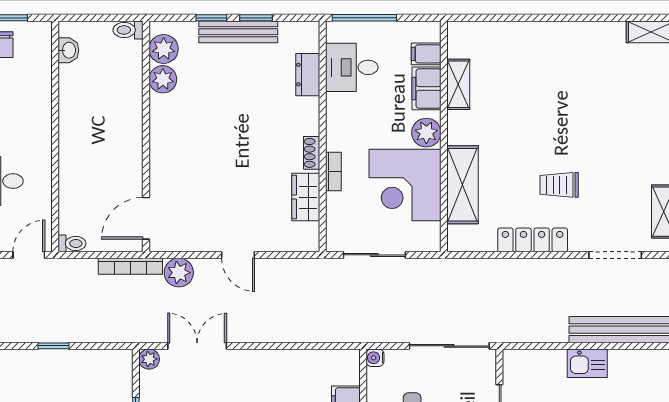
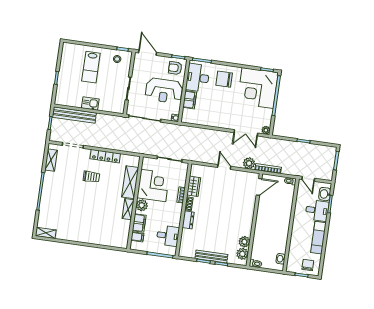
dresser: (308, 75) -> (188, 220), moved
shelving: (458, 84) -> (128, 209), moved
door: (29, 255) -> (308, 179), hinge flipped

